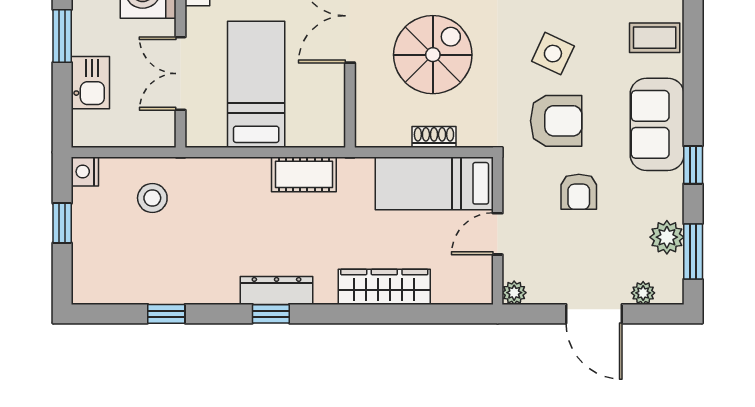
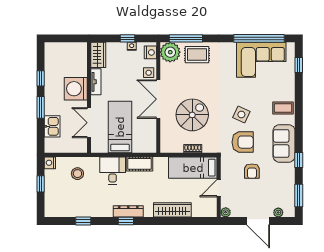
desk: (238, 190) -> (113, 171), added
plant: (667, 237) -> (288, 190), removed

